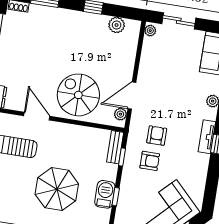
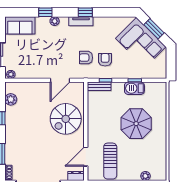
door: (132, 96) -> (60, 80), hinge flipped
plant: (120, 114) -> (75, 86), removed
door: (37, 116) -> (86, 157), moved

